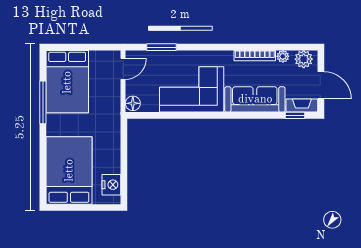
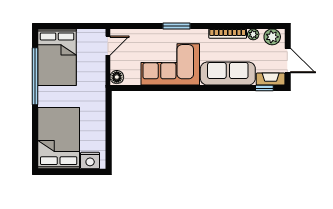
window: (161, 47) -> (177, 26), moved
window: (43, 102) -> (35, 76), width x1.46
nightstand: (111, 185) -> (90, 161), moved, turned 90

